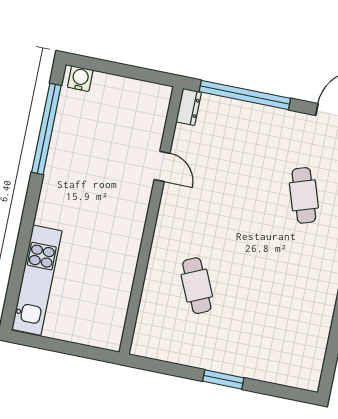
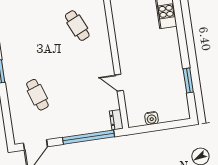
water cooler: (80, 79) -> (152, 118), moved
window: (46, 129) -> (188, 80), width x0.47

